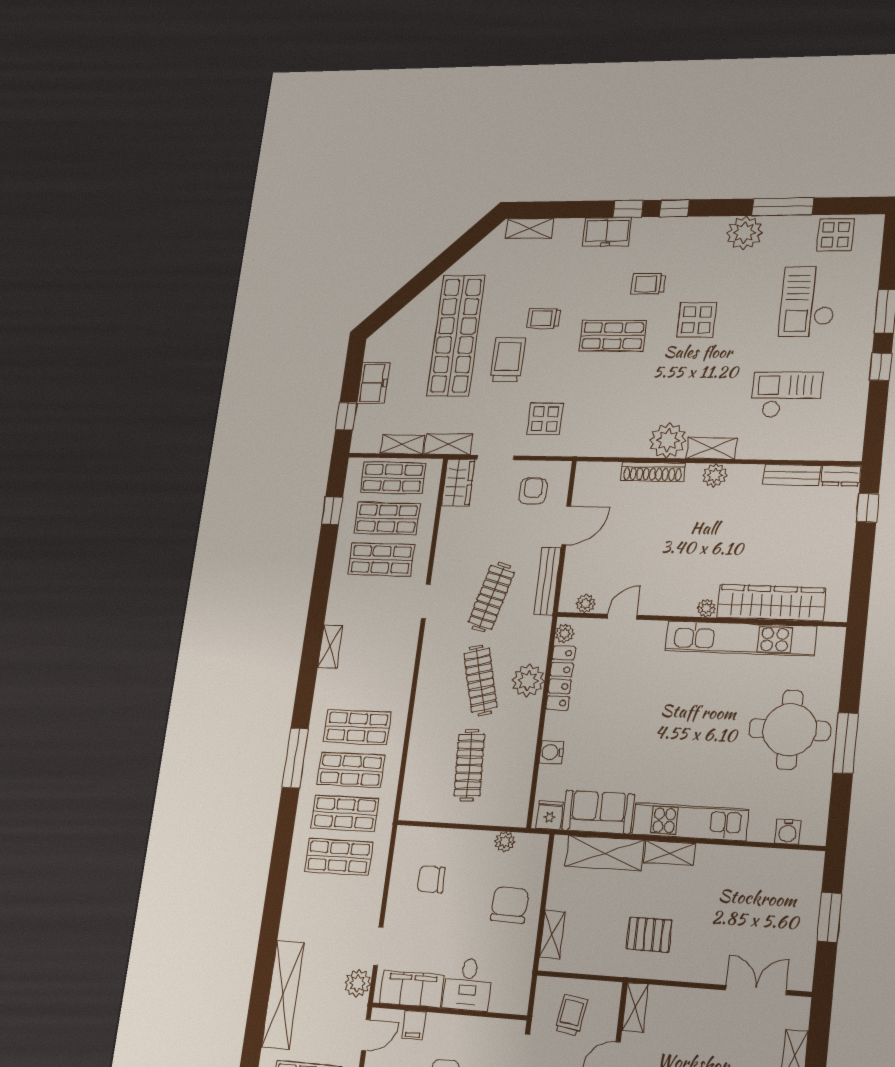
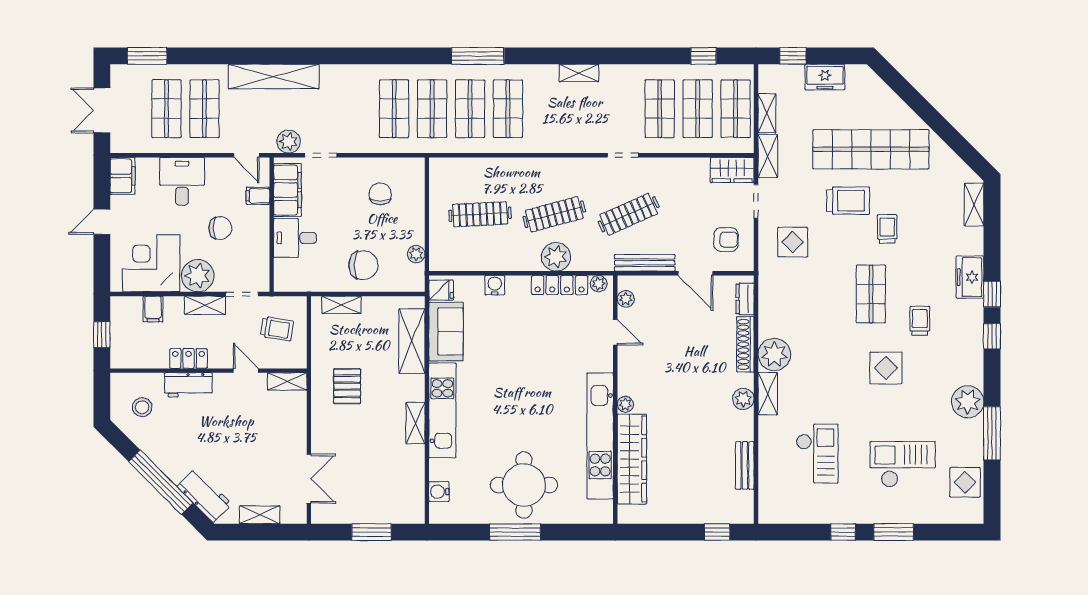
dresser: (841, 476) -> (745, 299), moved
clothes rail: (491, 597) -> (629, 214), turned -39
shelving: (670, 853) -> (415, 423), moved

